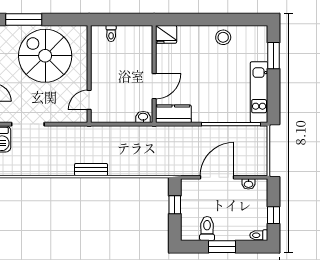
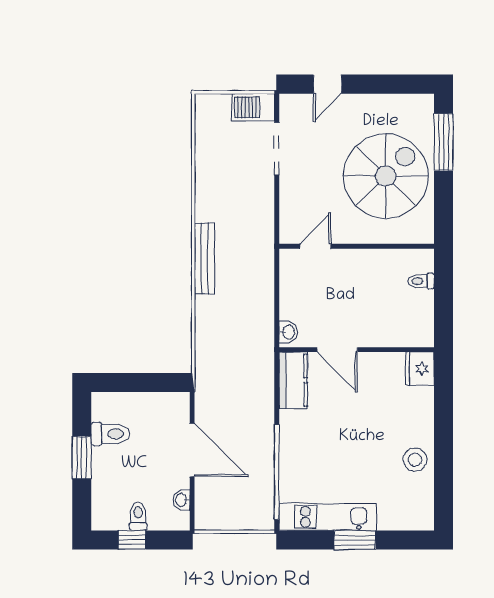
window: (274, 56) -> (355, 540), moved
door: (89, 100) -> (315, 246), hinge flipped
bench: (91, 170) -> (204, 259), width x1.36
window: (175, 205) -> (148, 383), removed
toilet: (259, 235) -> (138, 516), moved

